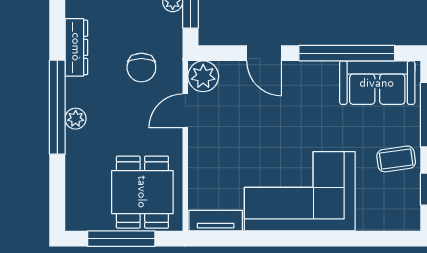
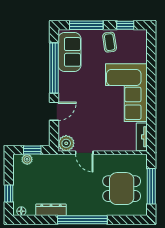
chair: (141, 68) -> (62, 176), removed
plant: (76, 119) -> (88, 210), removed
dining table: (142, 192) -> (122, 189), moved

